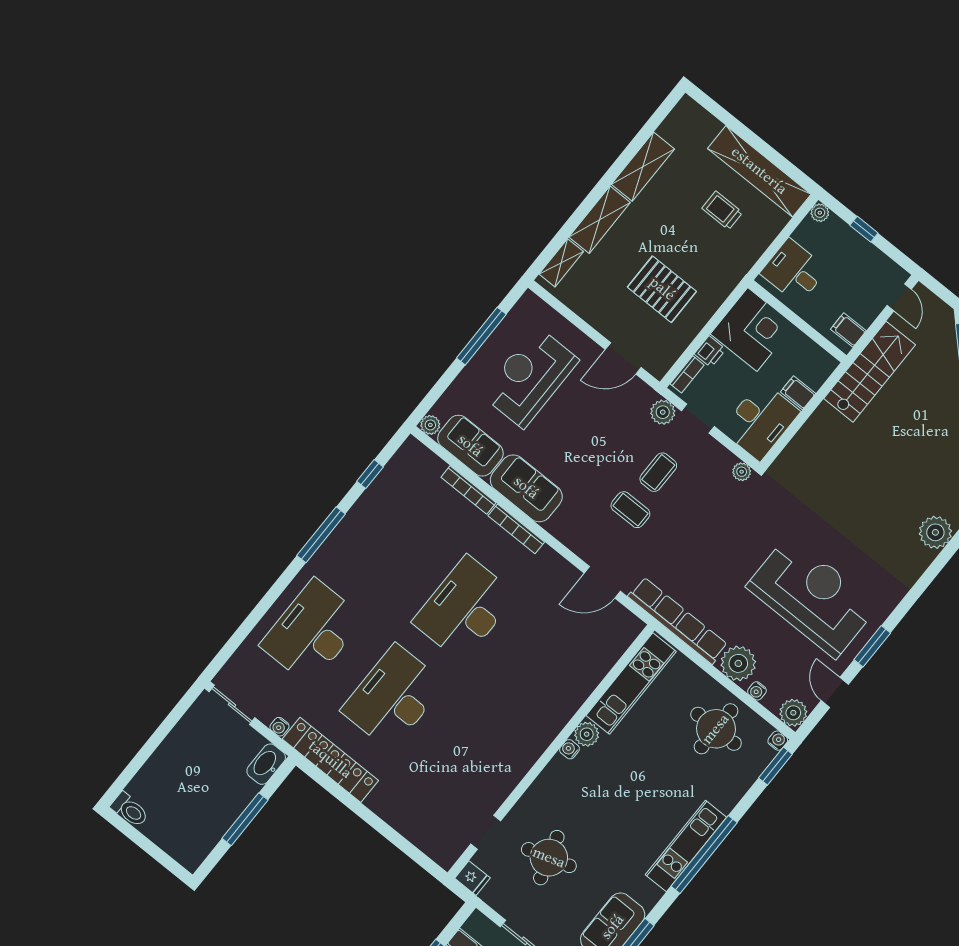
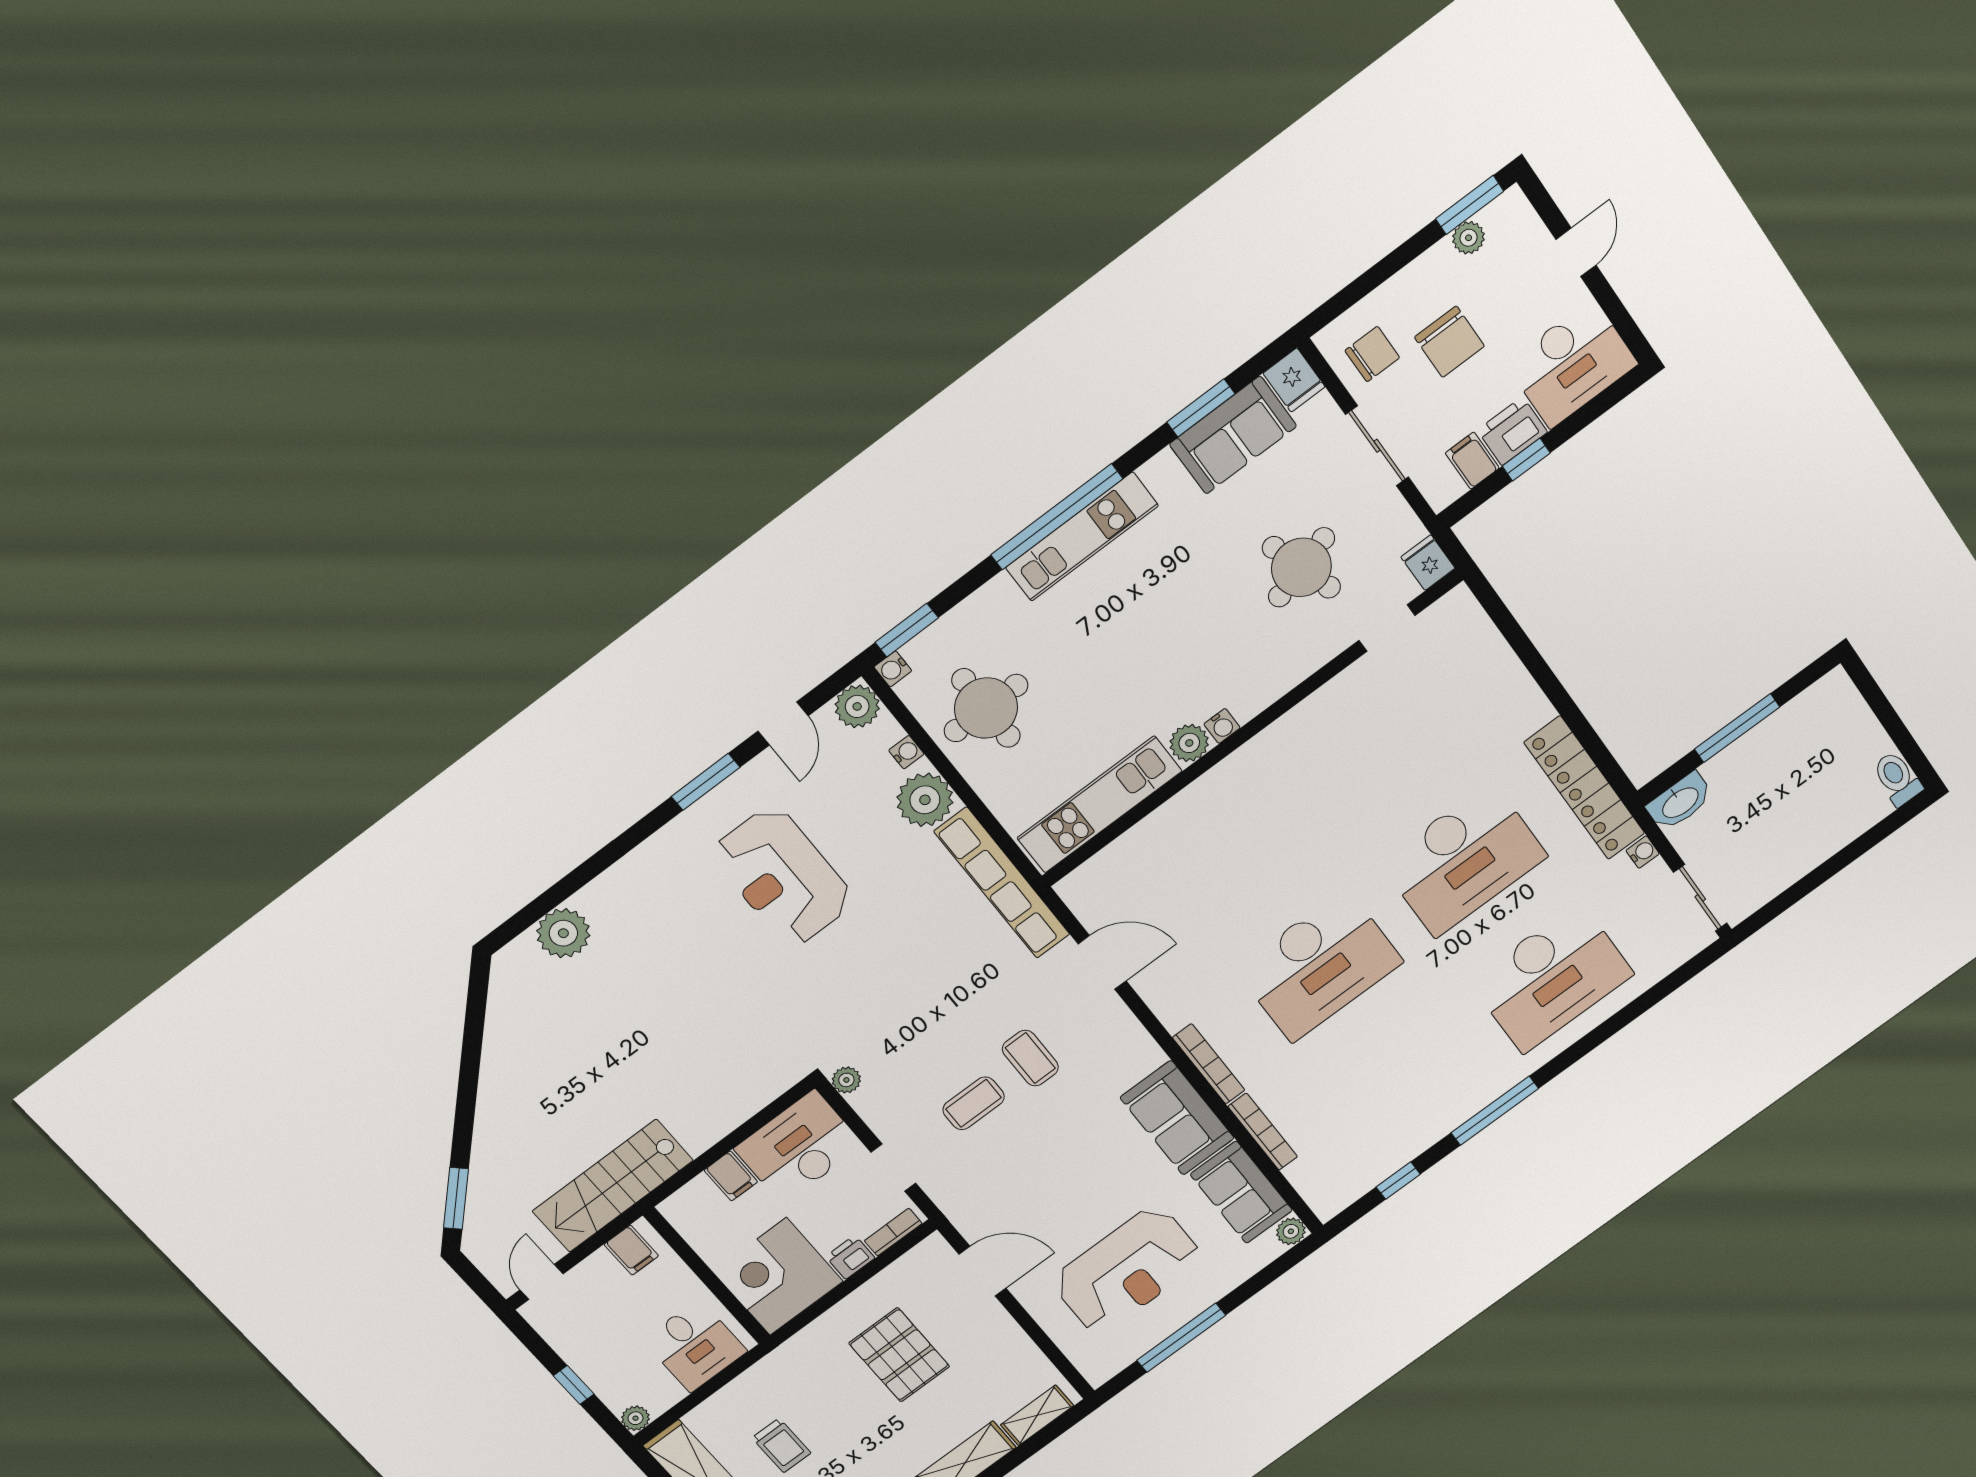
plant: (663, 412) -> (944, 1186), removed
reception desk: (812, 596) -> (783, 877), width x0.74, depth x0.77

